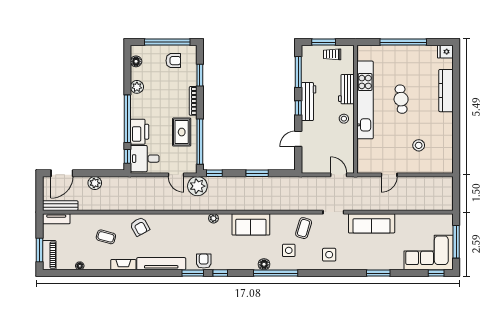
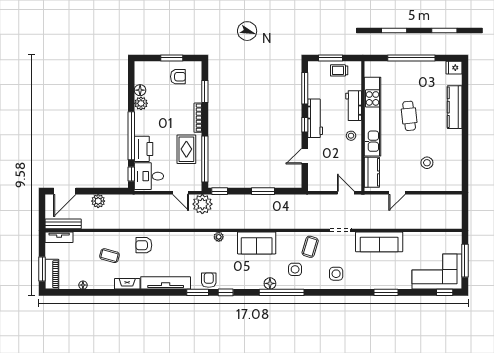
window: (167, 42) -> (172, 58), width x0.47
floor lamp: (136, 61) -> (140, 90), moved
kitchen counter: (364, 155) -> (372, 172), added
armchair: (140, 227) -> (144, 245), turned 119

